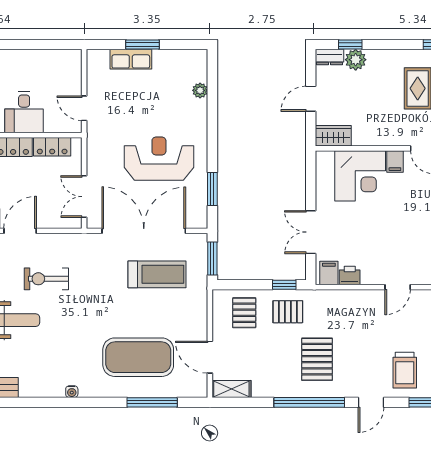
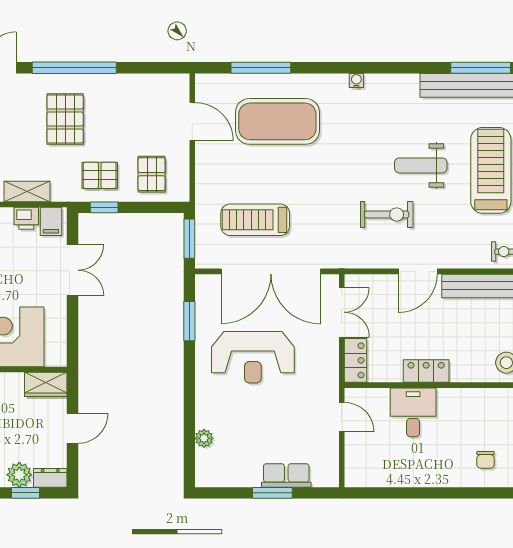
locker: (52, 147) -> (355, 360), moved, turned 90
shelving: (231, 389) -> (27, 191), moved

